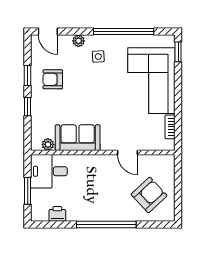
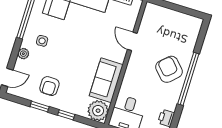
plant: (48, 144) -> (98, 111), width x1.88, depth x1.88
door: (128, 152) -> (132, 41), swing flipped
armchair: (149, 195) -> (169, 69), moved

